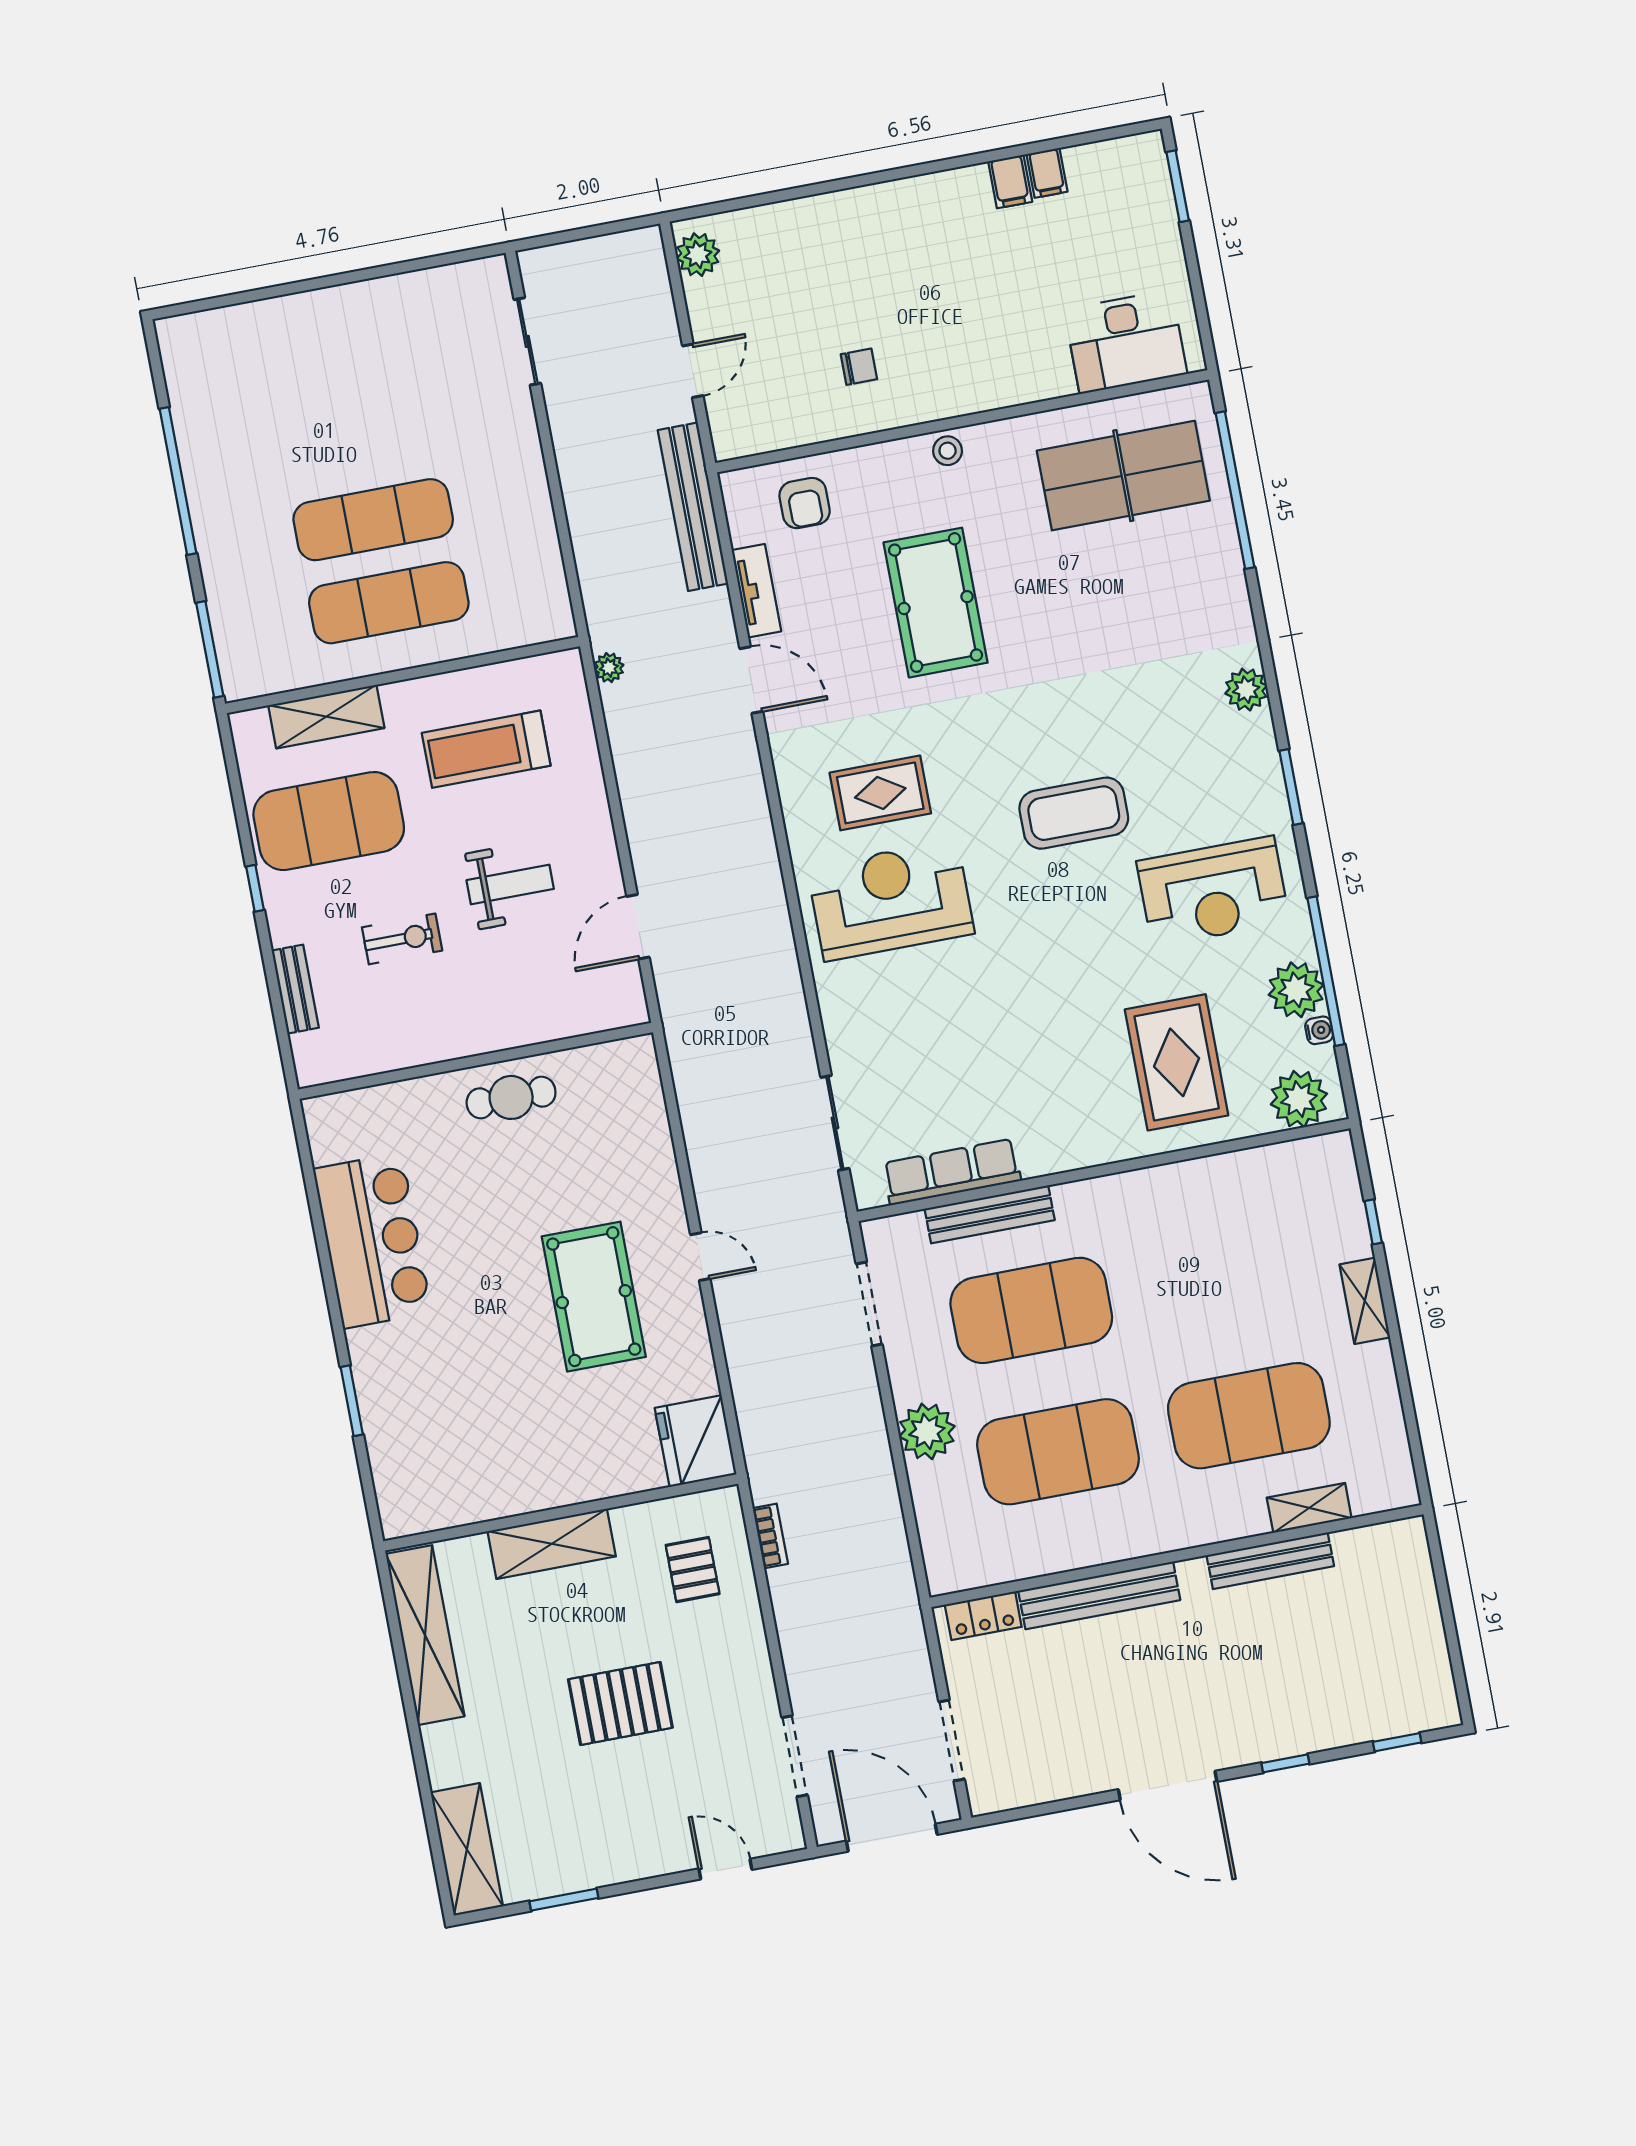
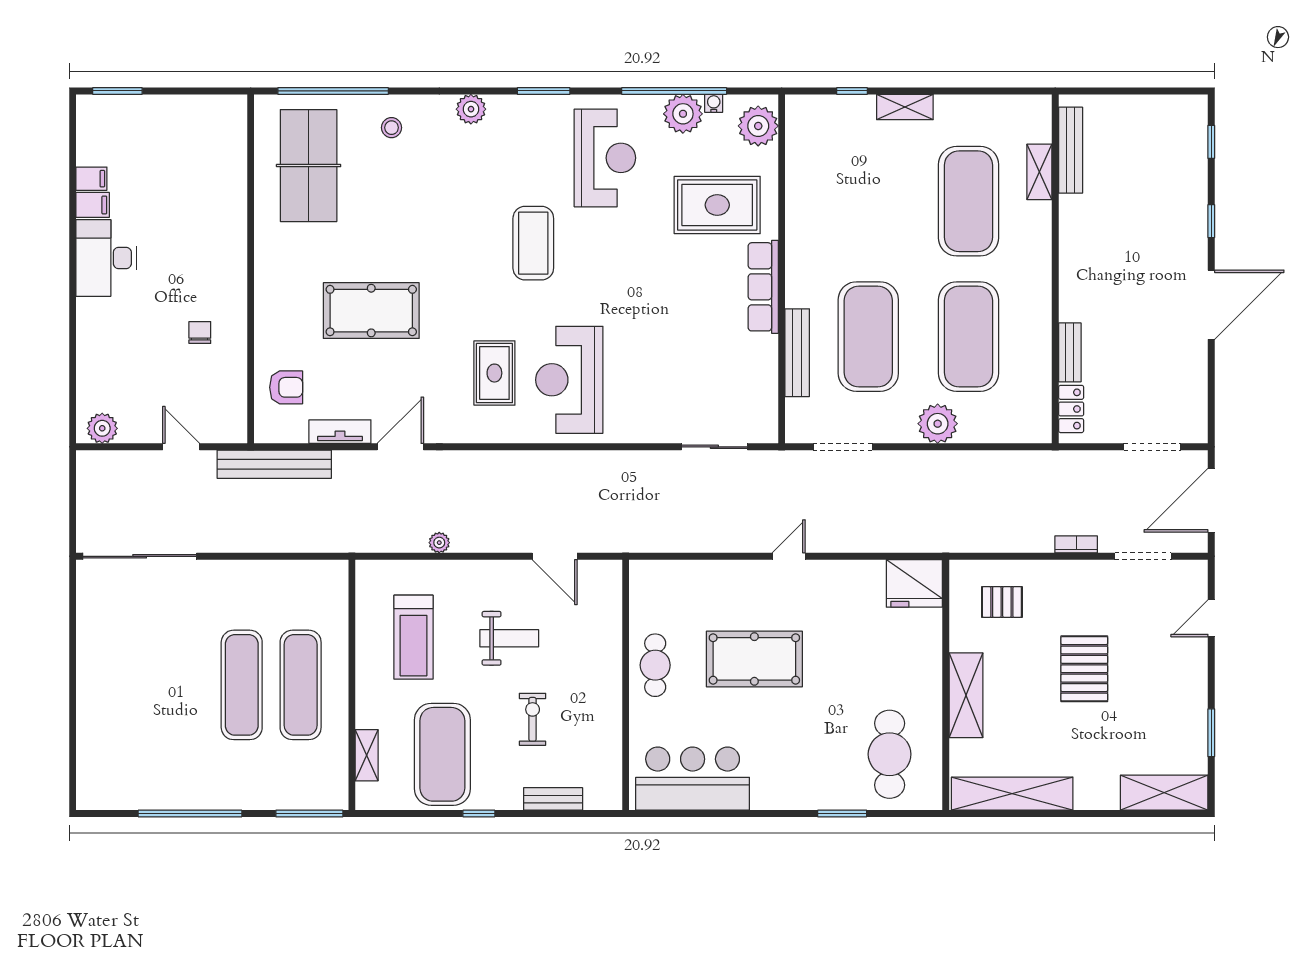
sliding door: (527, 341) -> (140, 556), width x1.86
desk: (1126, 342) -> (106, 258), moved, turned 180
stool: (948, 451) -> (392, 128), moved
plant: (609, 668) -> (439, 543), moved
shelving: (326, 717) -> (367, 755), width x0.67, depth x0.75
weight bench: (510, 884) -> (509, 638), turned 90
row of seats: (952, 1172) -> (763, 287), moved
bar counter: (372, 1241) -> (693, 779), moved
pool table: (594, 1297) -> (754, 659), moved
cafe table: (448, 1452) -> (890, 754), added
bookcase: (770, 1536) -> (1076, 544), moved
bench: (1270, 1561) -> (1071, 150), moved
bench: (1099, 1595) -> (1070, 352), width x0.54, depth x0.82

